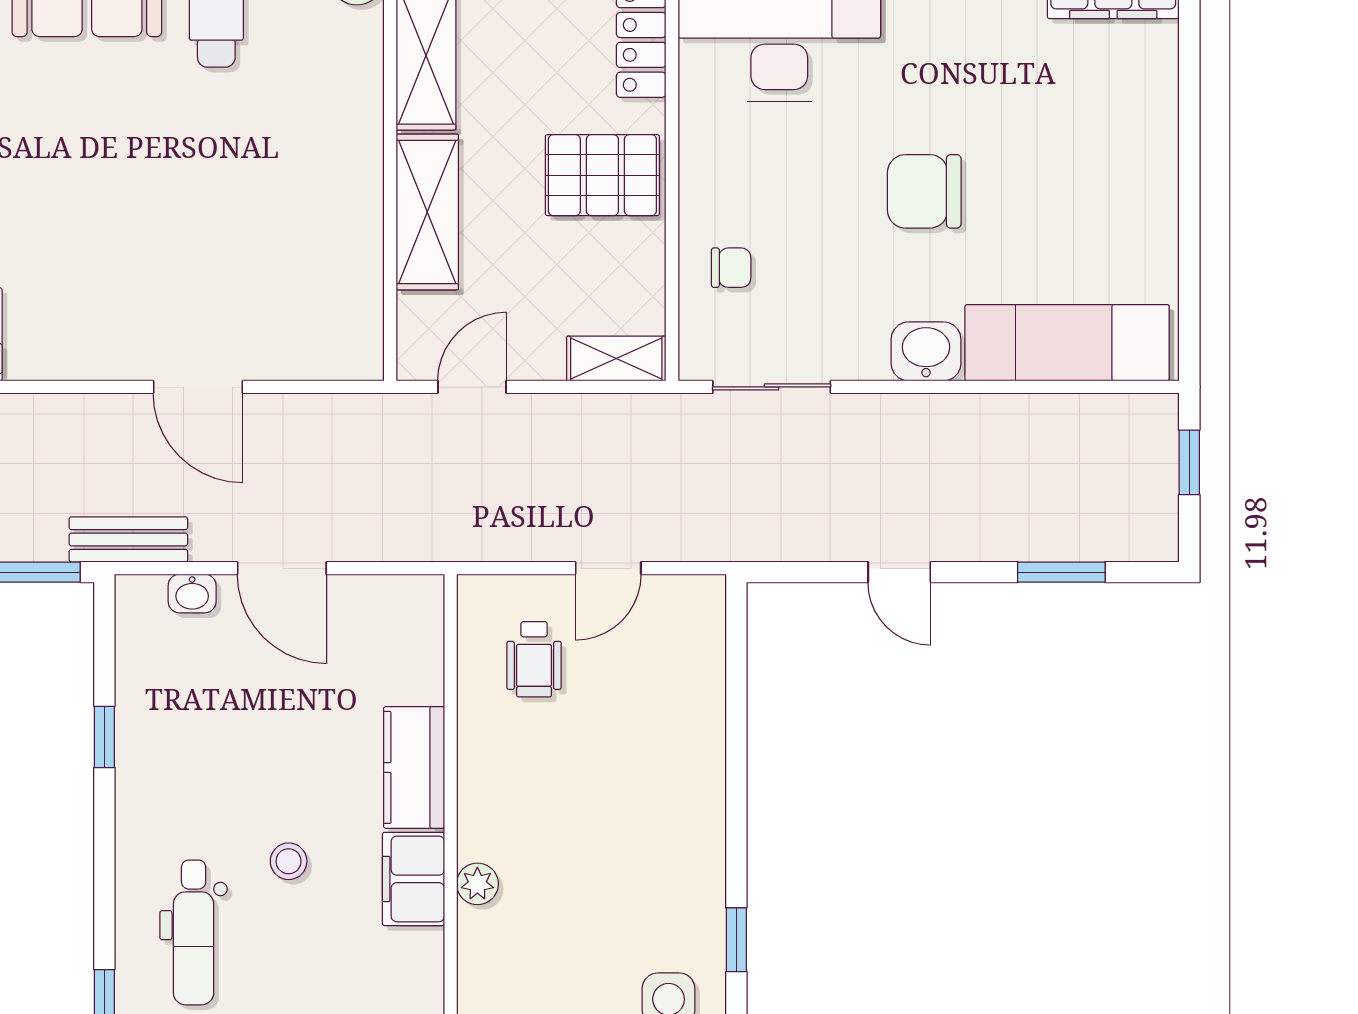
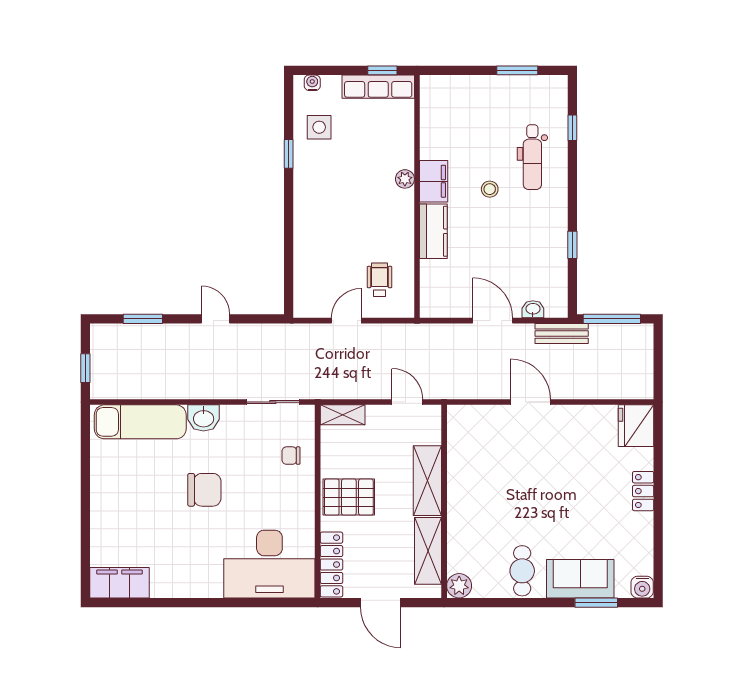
door: (472, 387) -> (407, 402), swing flipped
dental chair: (194, 932) -> (532, 157), turned 180

